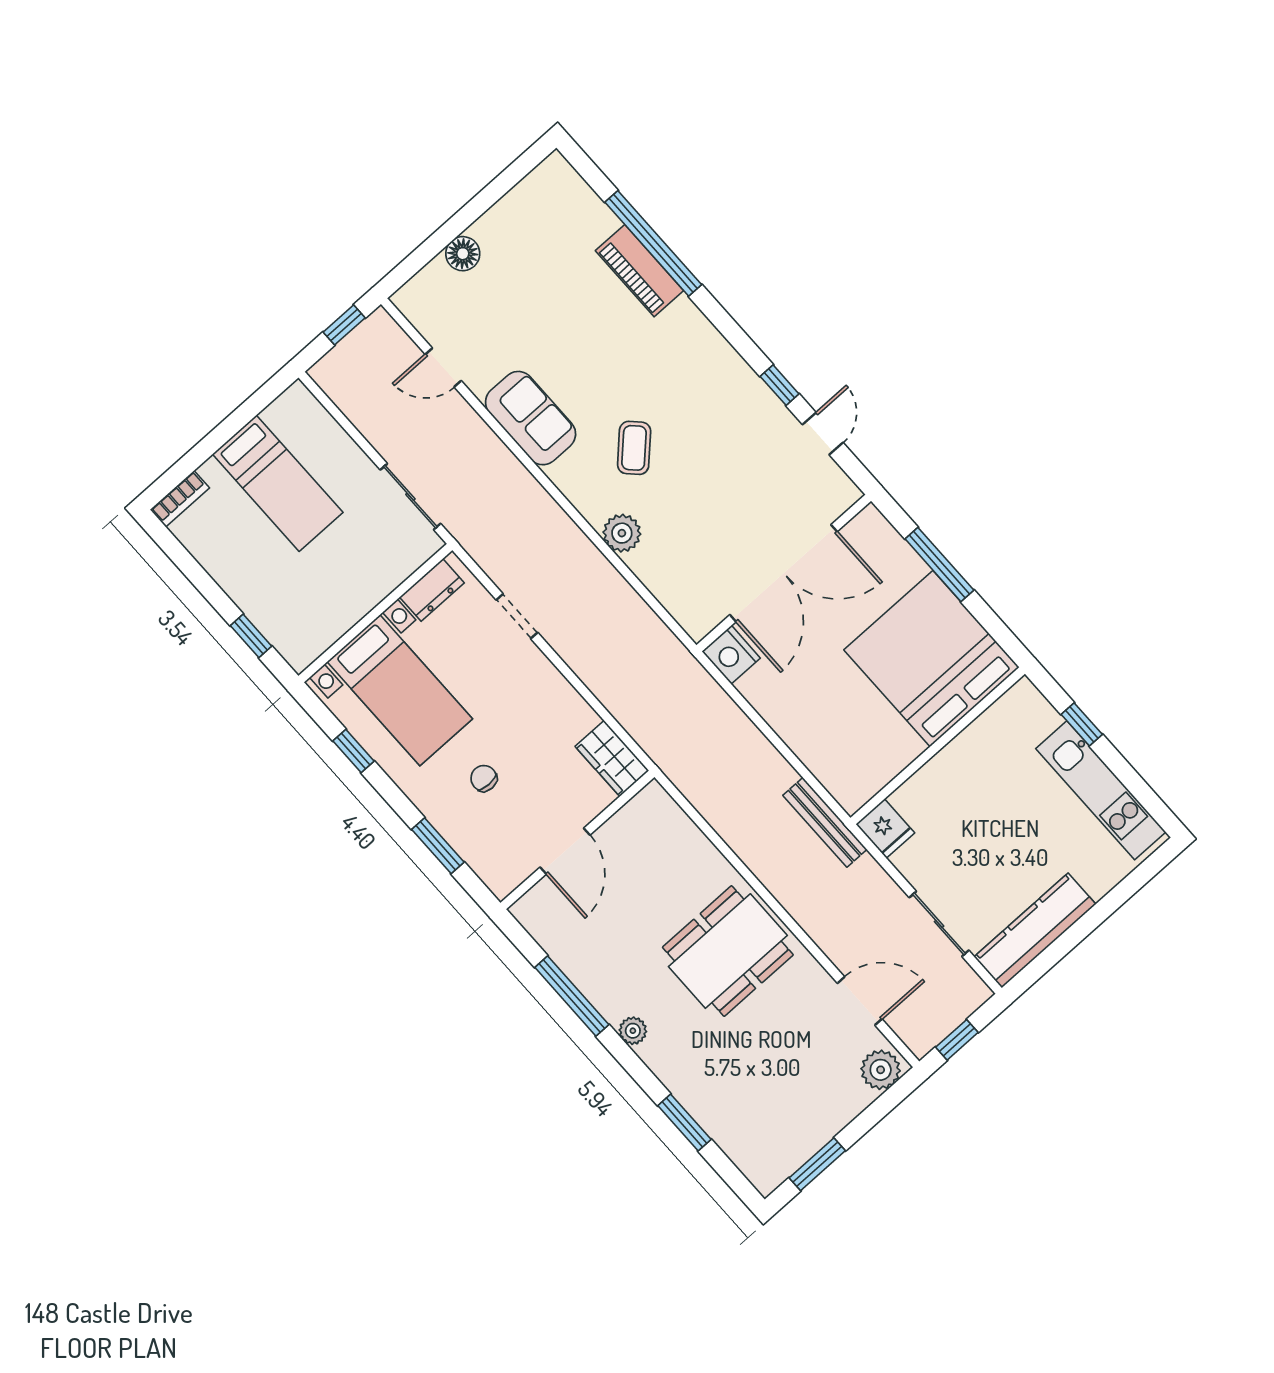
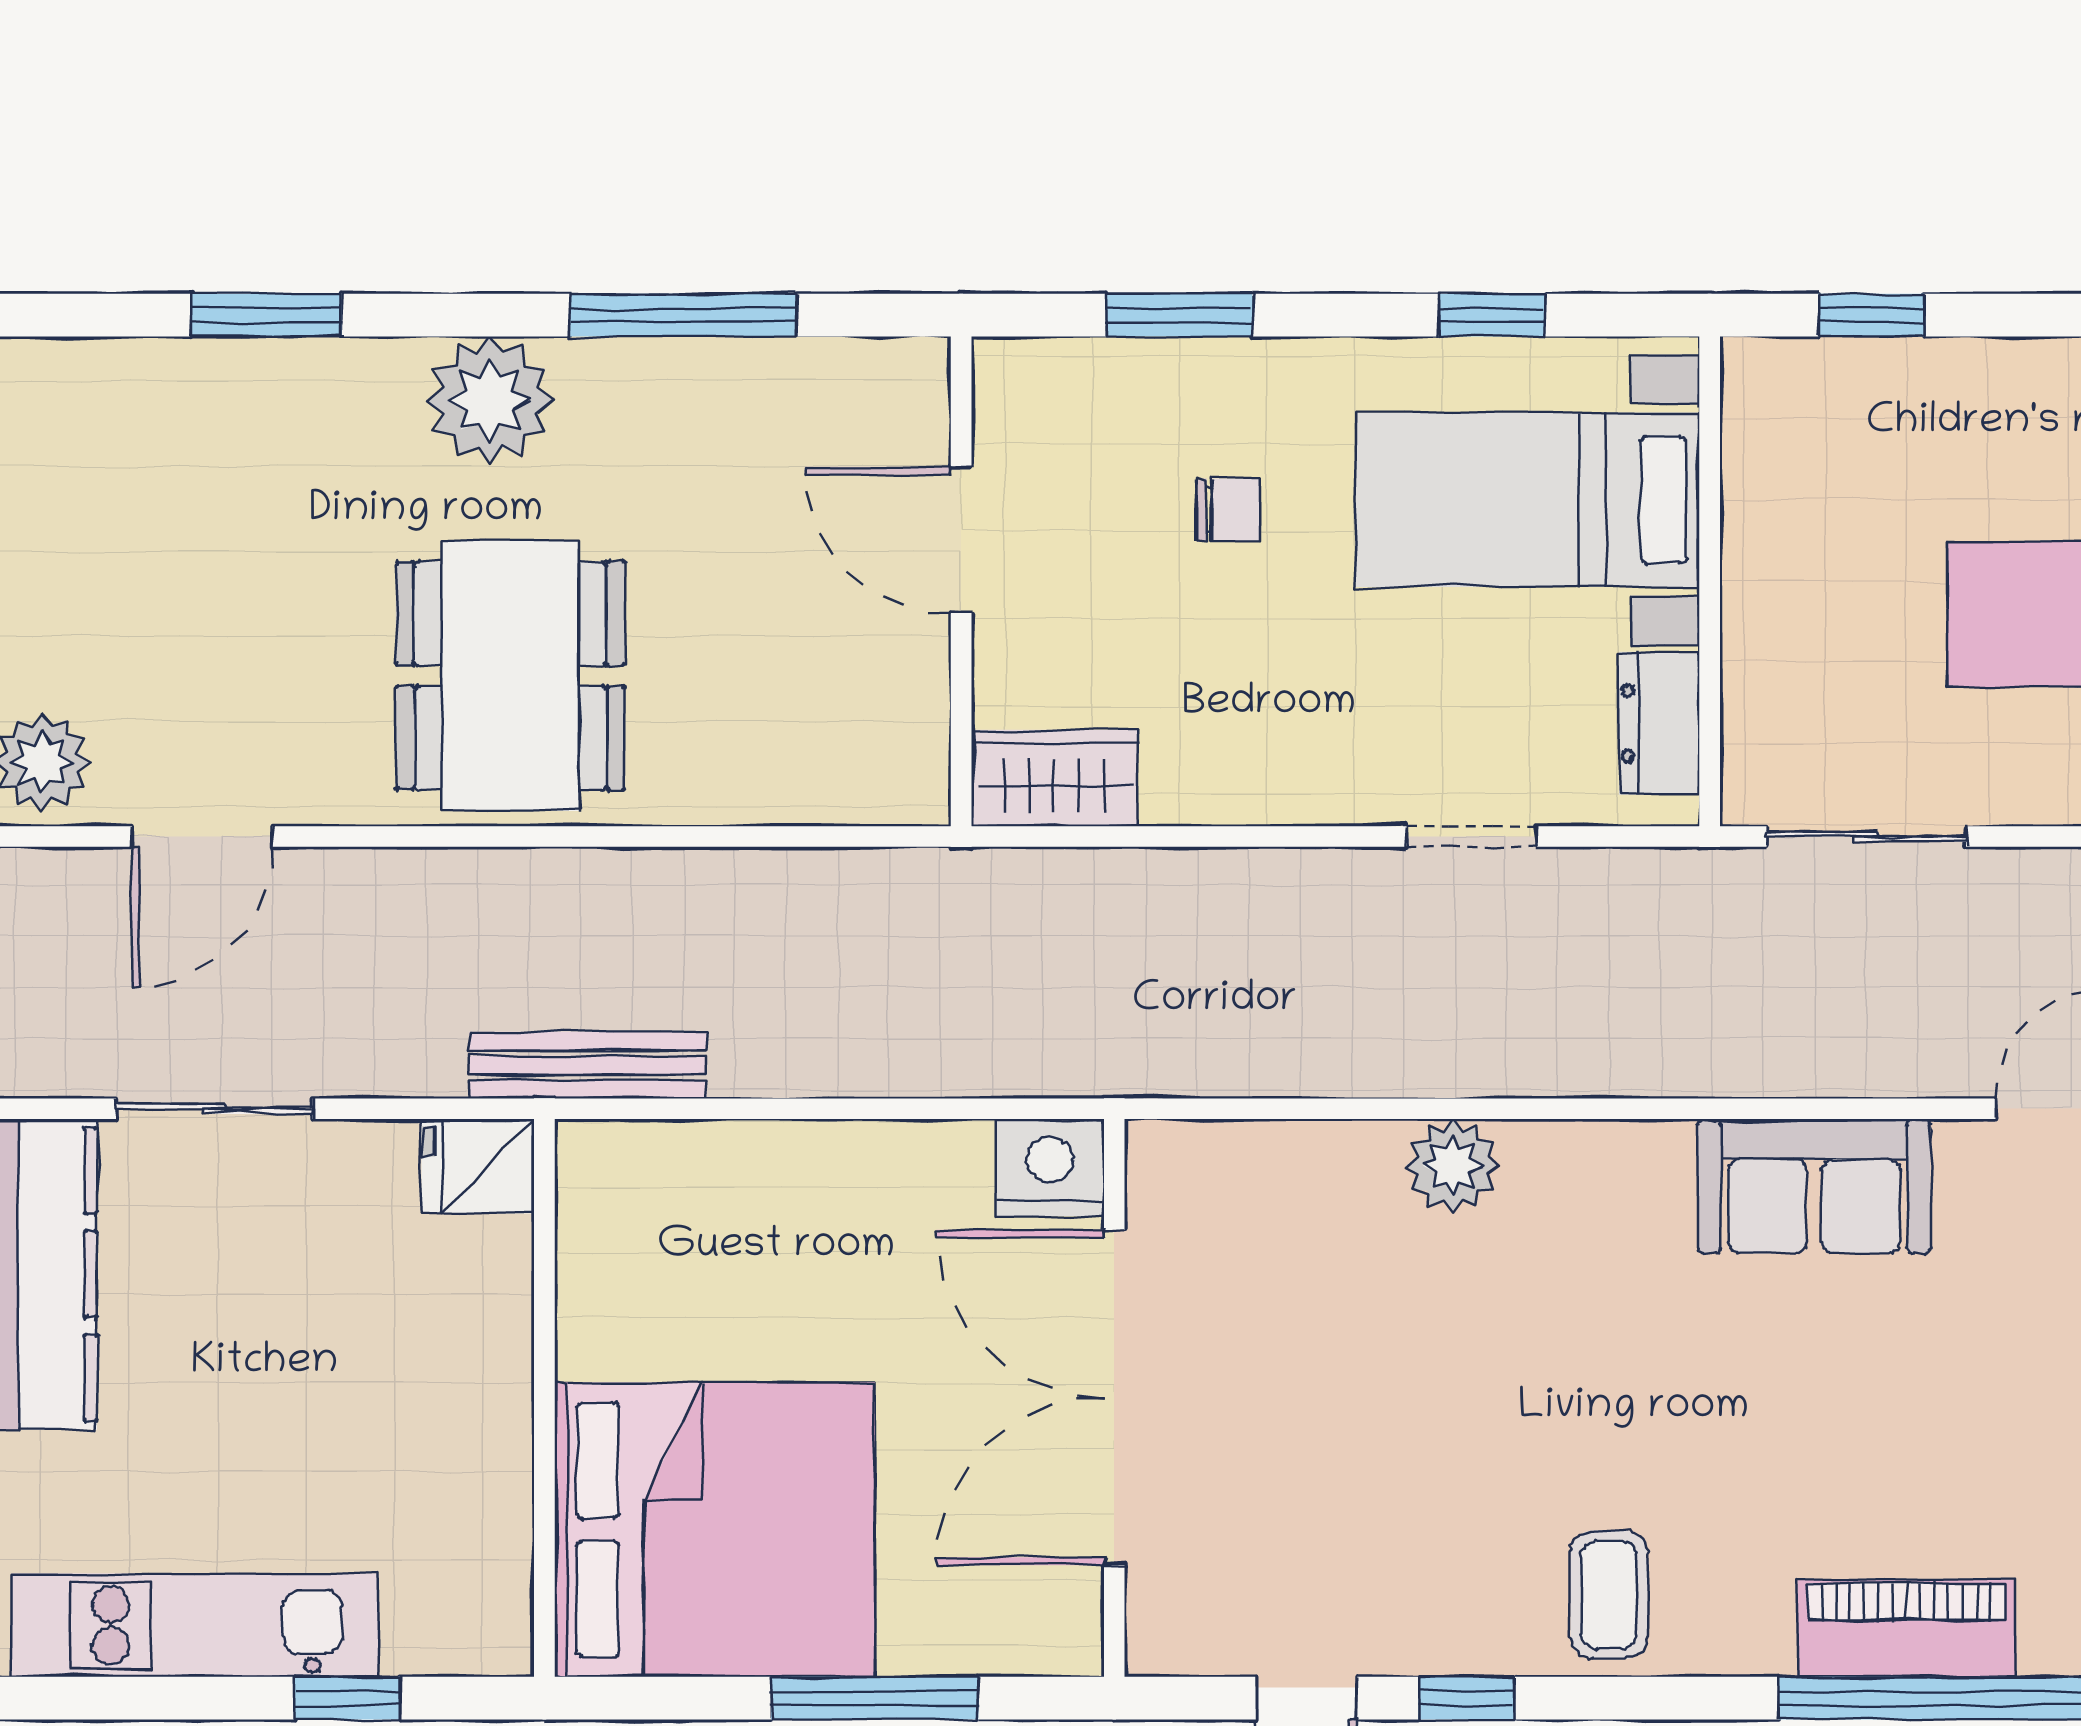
coffee table: (634, 448) -> (1609, 1595), moved, turned 45
plant: (633, 1031) -> (490, 400), width x1.87, depth x1.87

